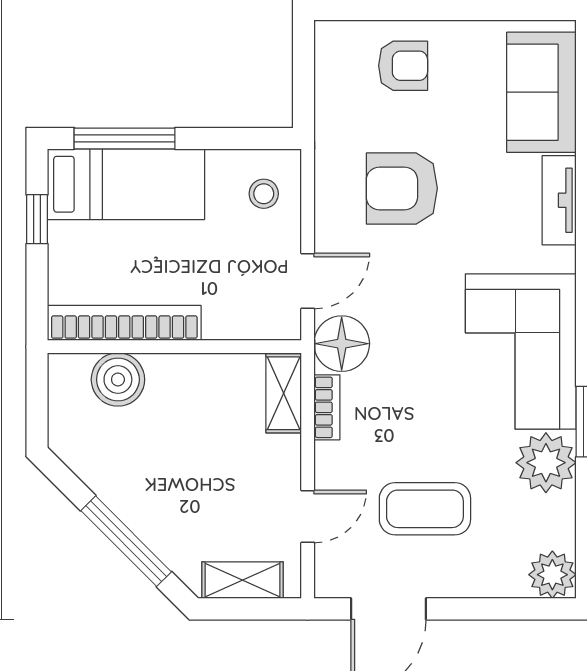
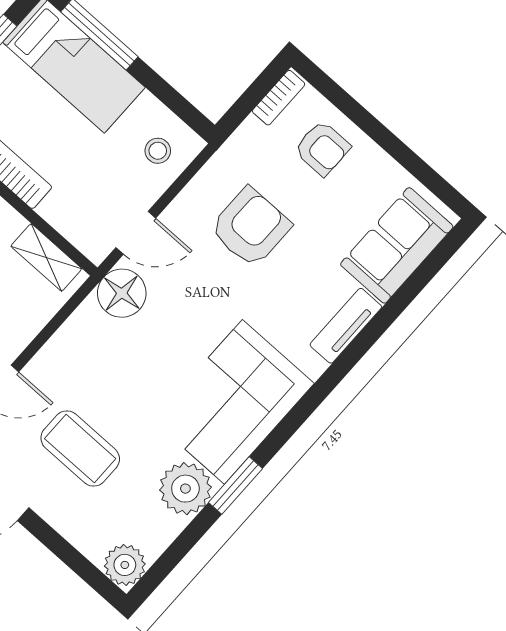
armchair: (402, 188) -> (250, 227), turned 90
shelving: (284, 393) -> (46, 257), moved, turned 90
bookcase: (327, 407) -> (279, 98), moved

